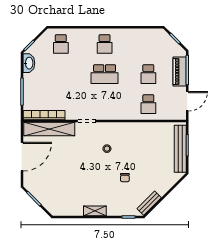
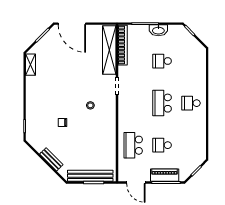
school desk: (61, 44) -> (162, 61), moved
washbasin: (29, 63) -> (158, 30), moved
school desk: (148, 104) -> (133, 145), width x1.85
door: (22, 157) -> (72, 24), moved
bench: (149, 203) -> (51, 159), moved
shelving: (95, 211) -> (31, 65), moved

